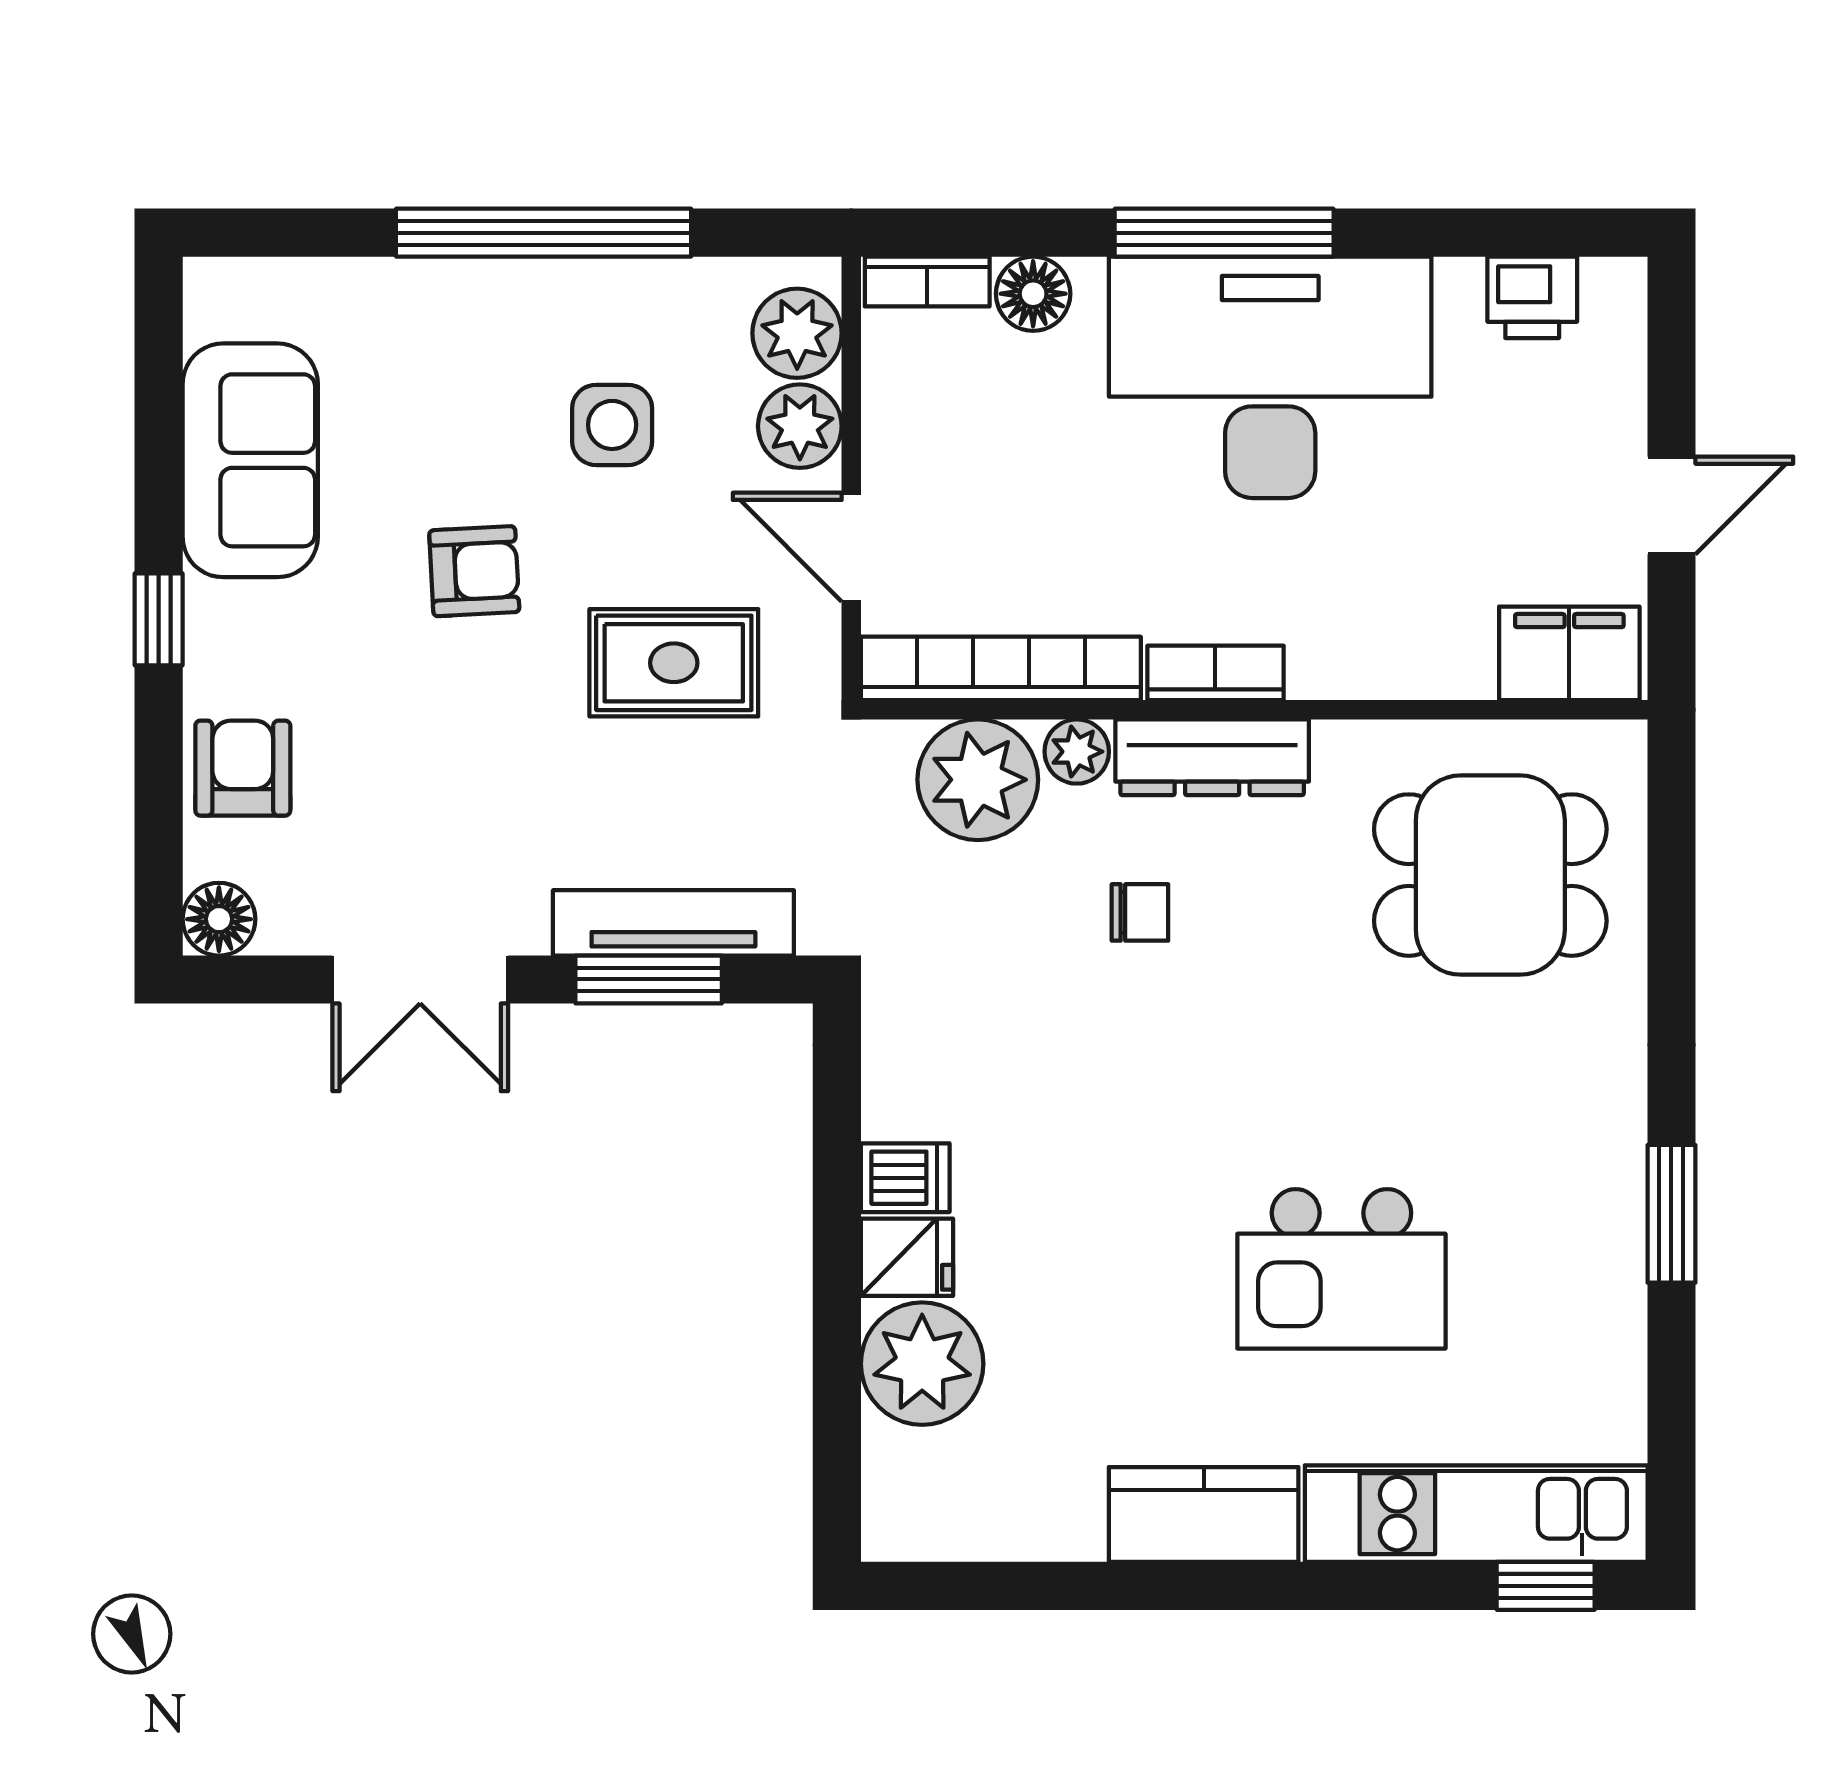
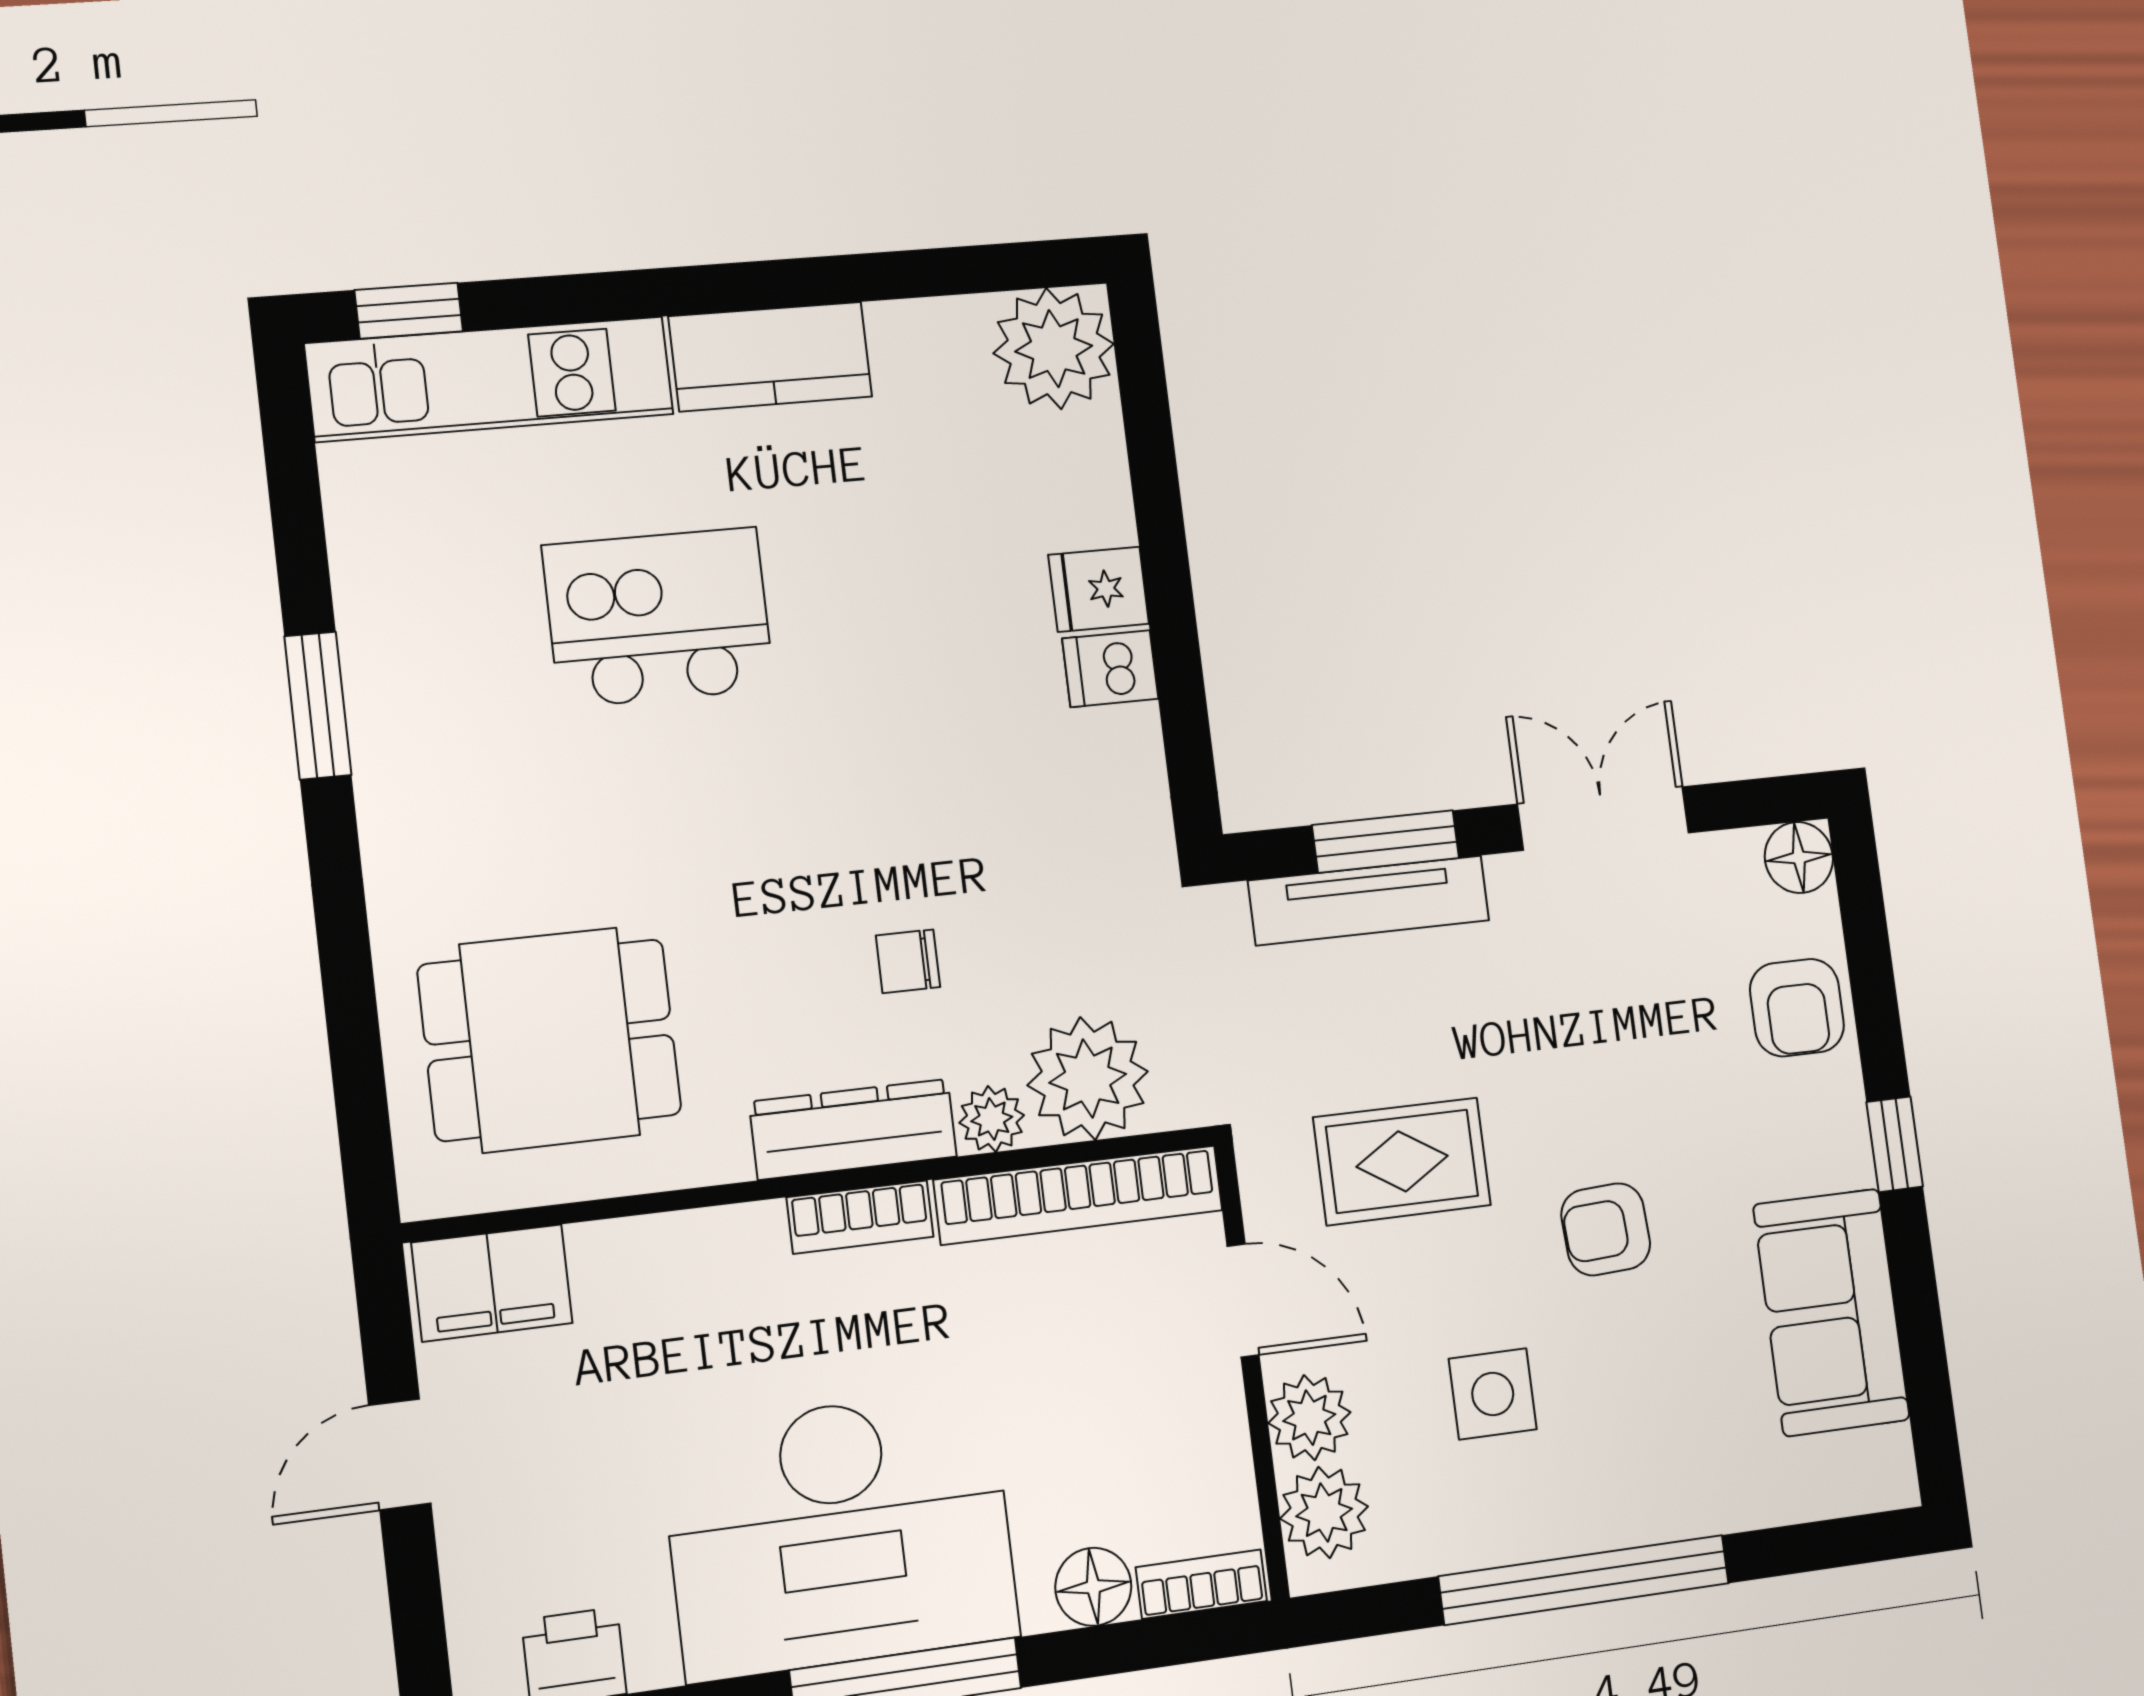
plant: (922, 1364) -> (1054, 349), moved

